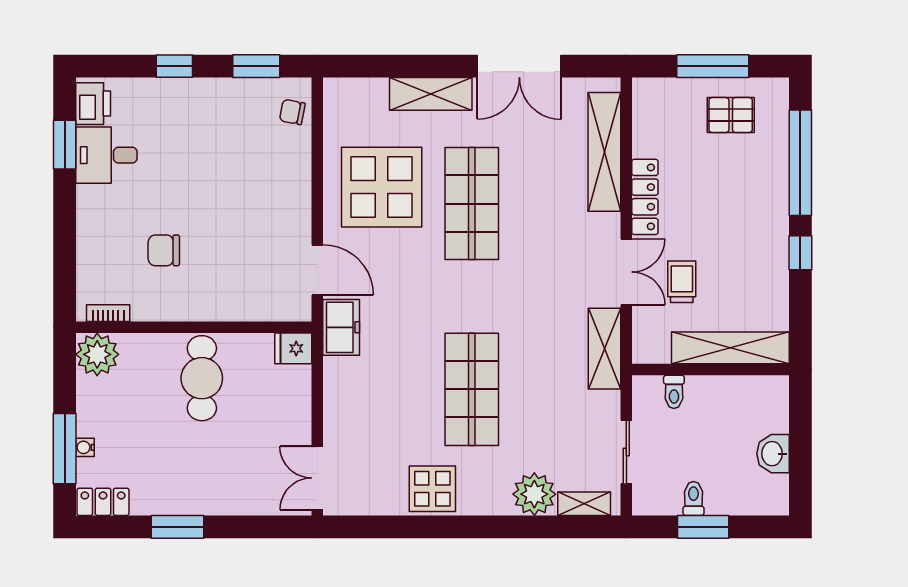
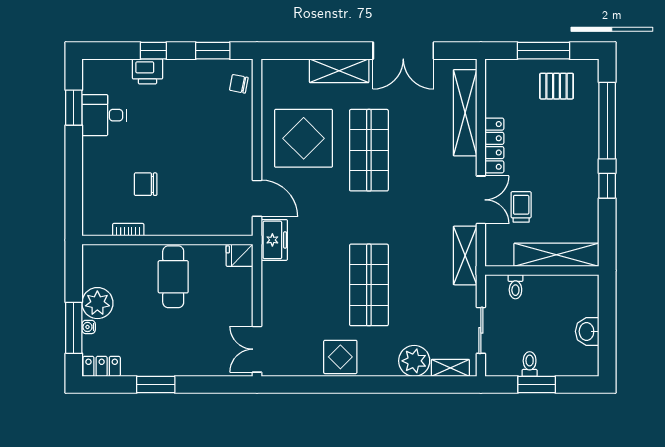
printer: (93, 104) -> (147, 71), moved, turned 90
bookcase: (108, 313) -> (128, 230), moved
plant: (97, 354) -> (97, 303), moved

